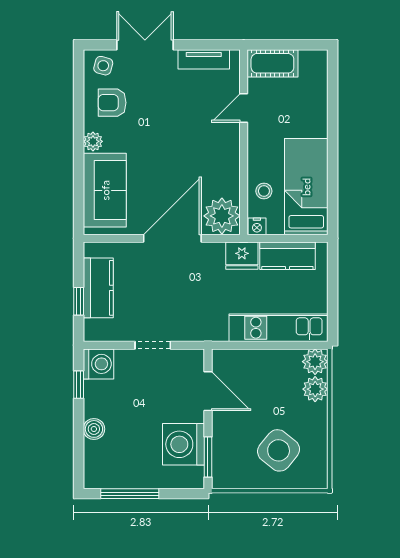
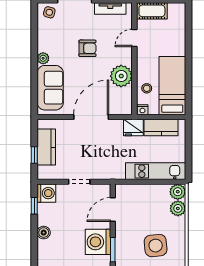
armchair: (112, 103) -> (87, 48), moved, turned 180
plant: (222, 216) -> (121, 76), moved
door: (208, 391) -> (113, 210), swing flipped
side table: (279, 450) -> (156, 246), turned 45

